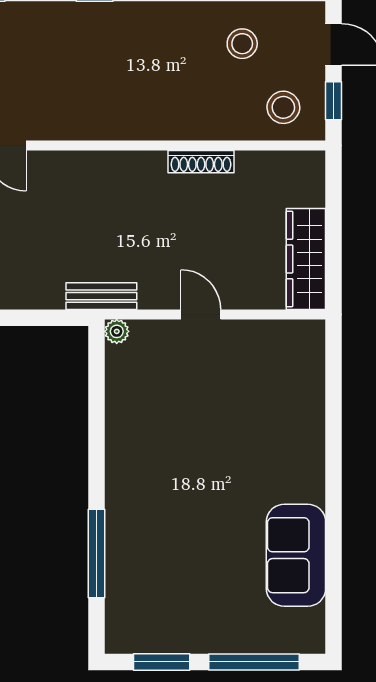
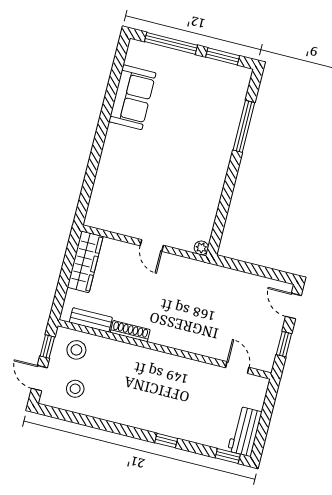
stool: (242, 44) -> (75, 389), moved
bench: (101, 296) -> (91, 320), moved

